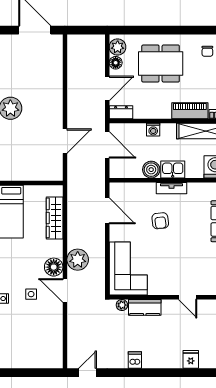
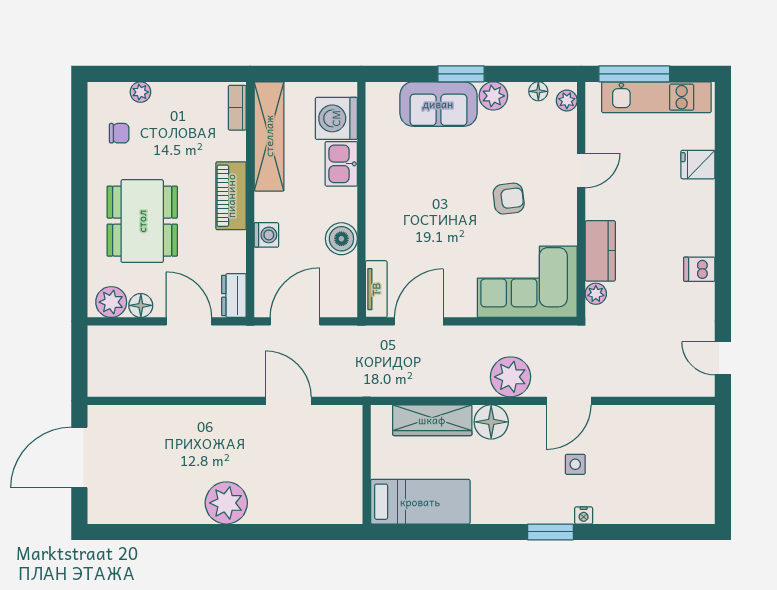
piano: (190, 111) -> (231, 196), moved
kitchen sink: (173, 170) -> (341, 164), moved
tv unit: (172, 188) -> (376, 289), moved
armchair: (160, 221) -> (509, 199), moved
floor lamp: (54, 267) -> (491, 422), moved

